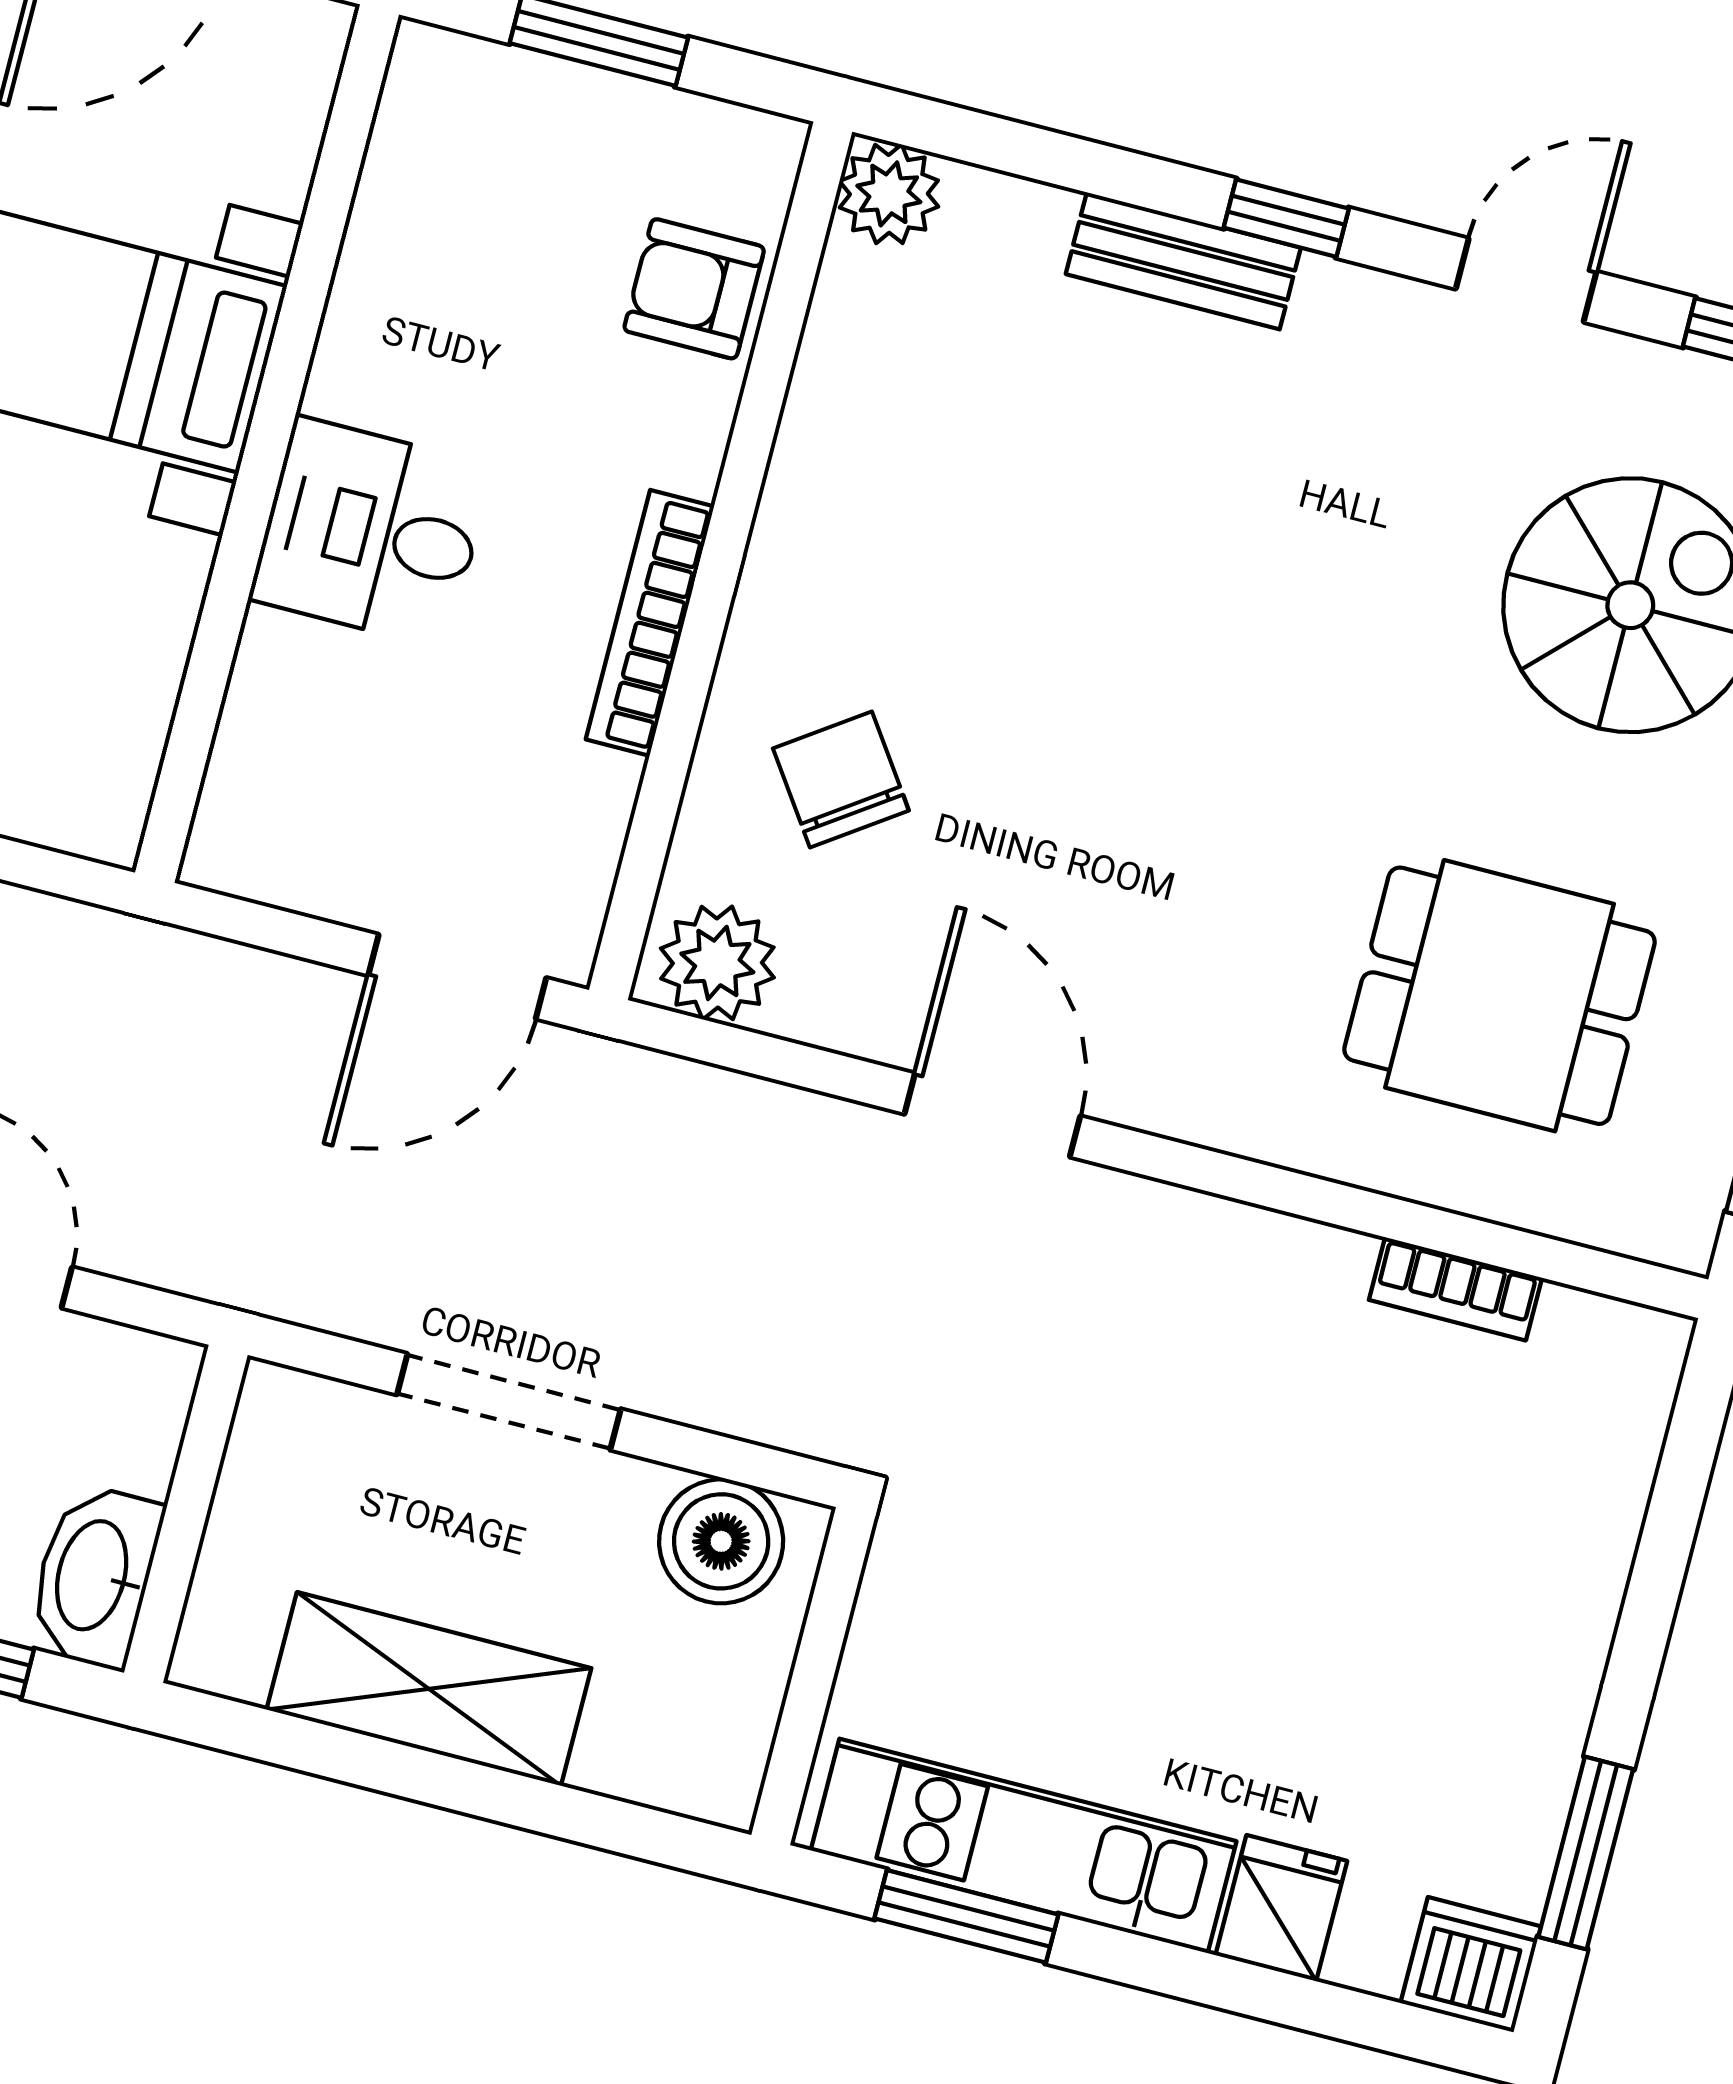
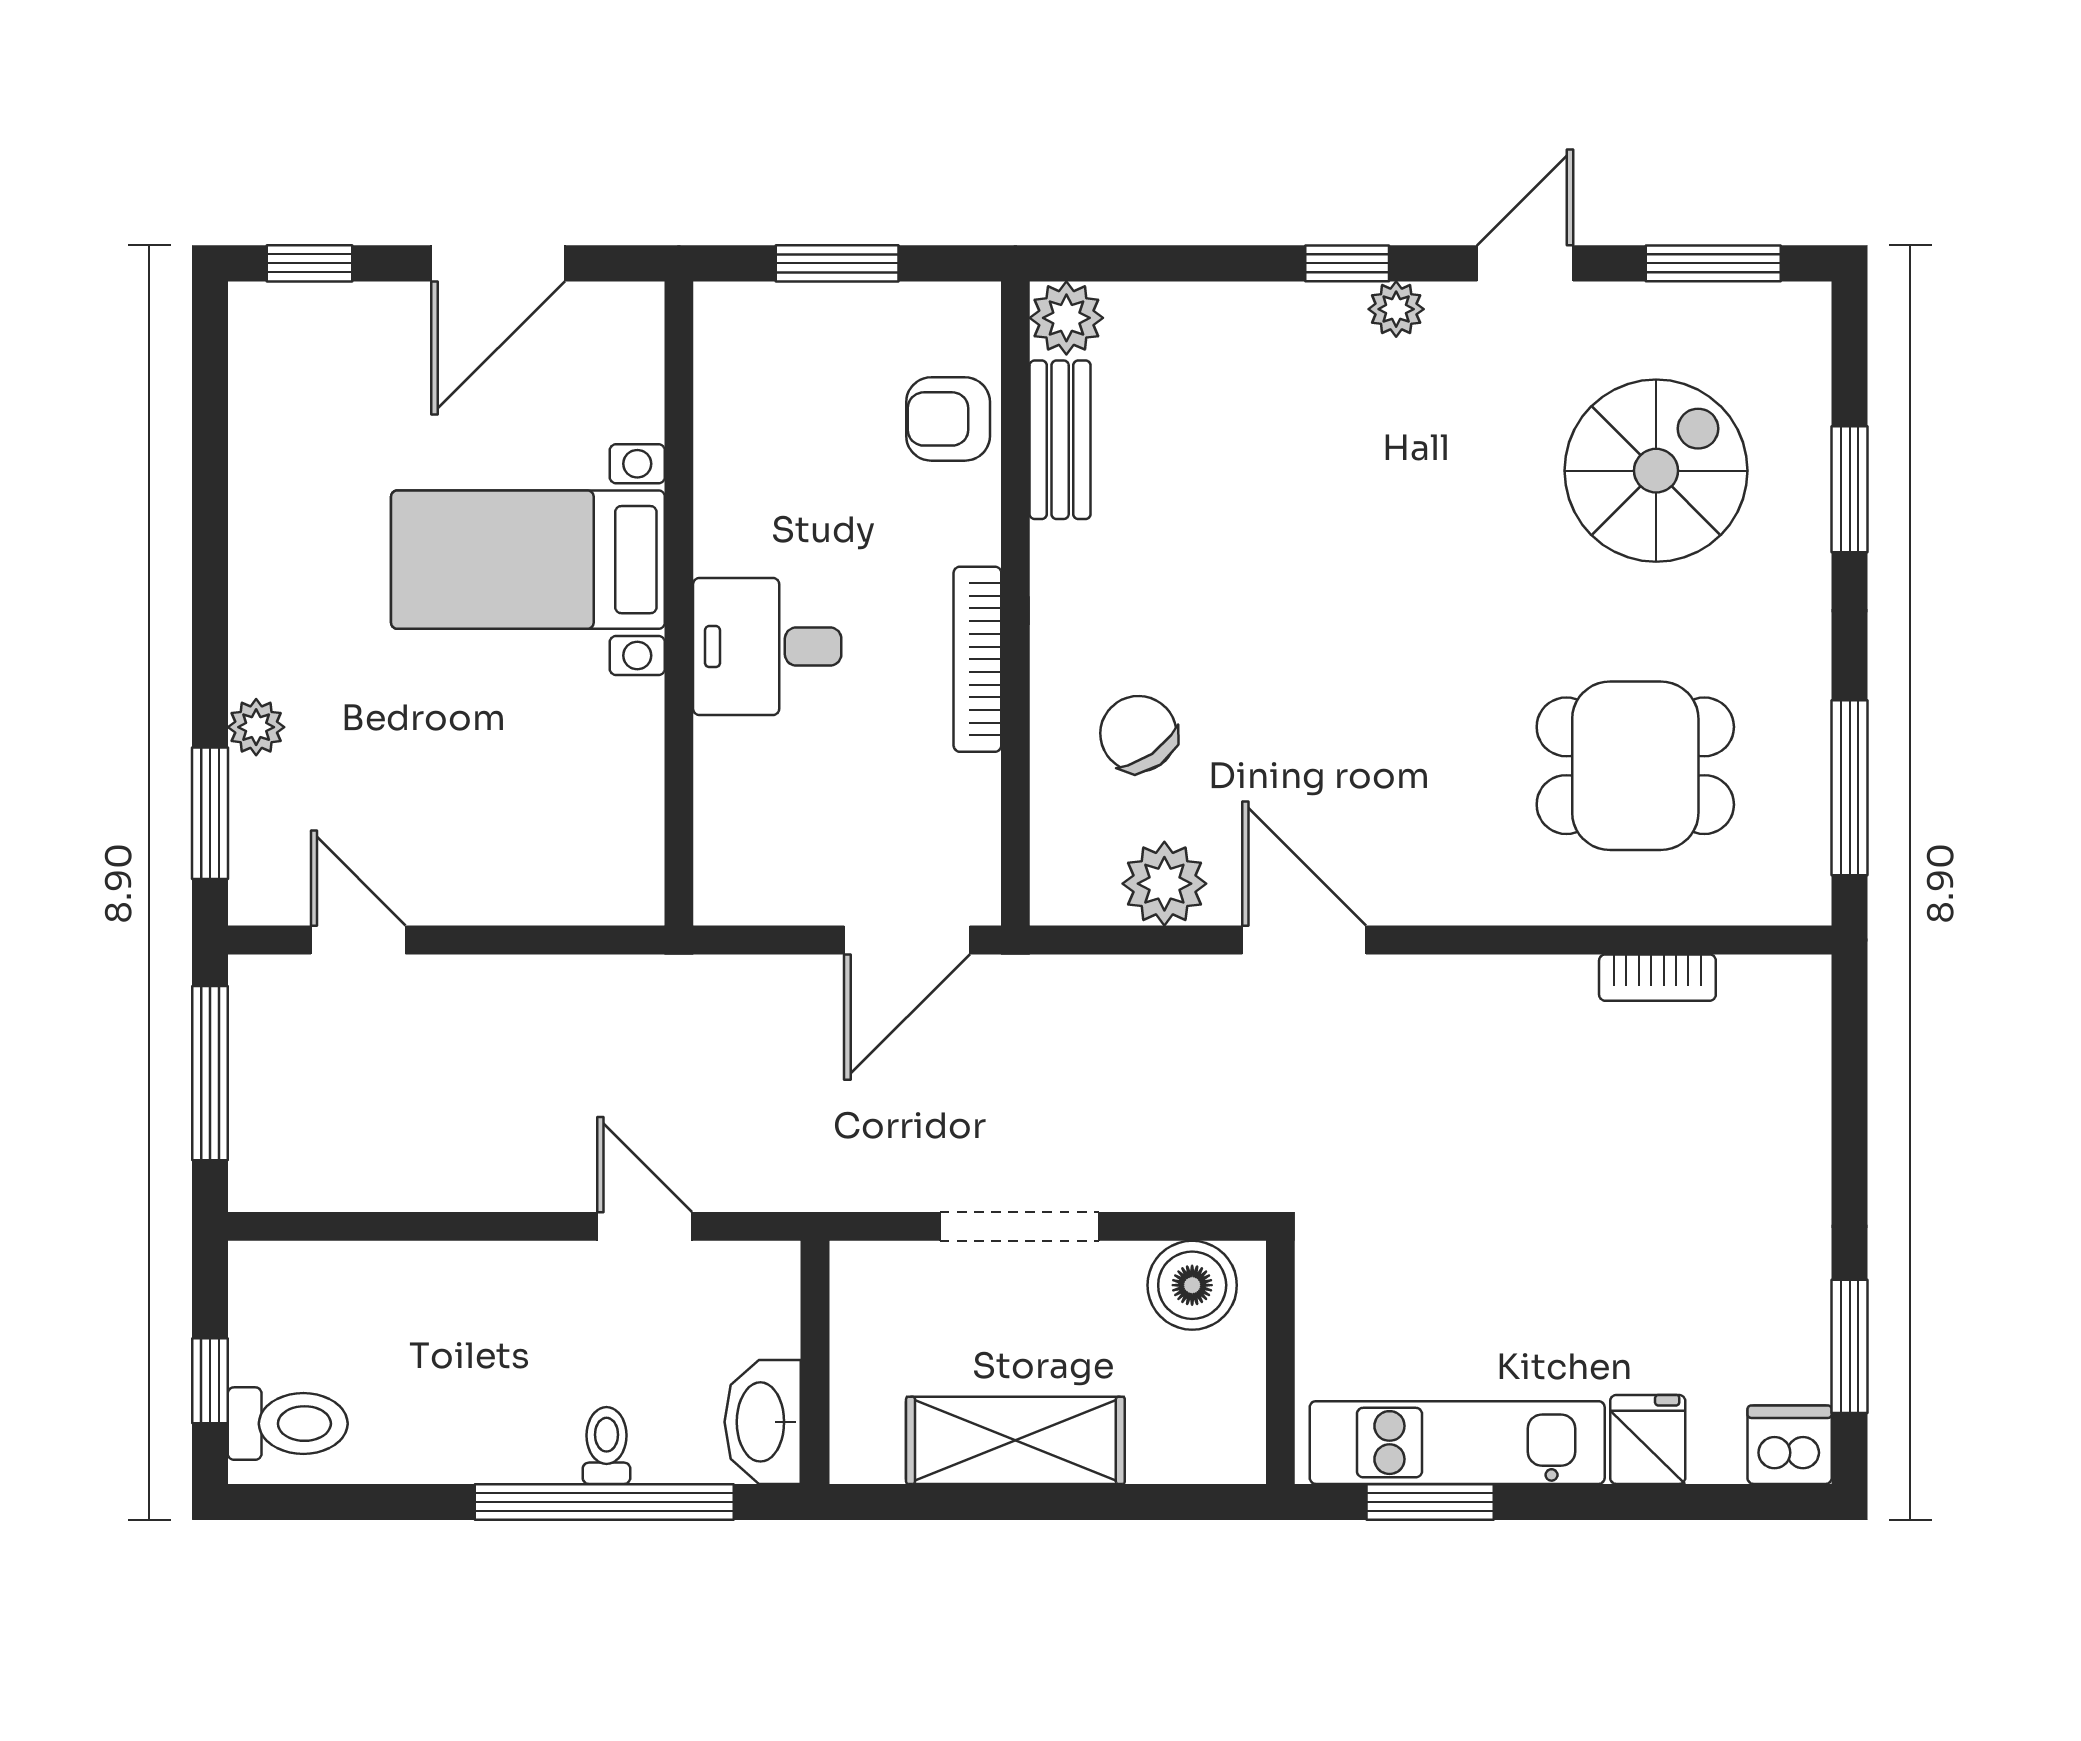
bench: (1183, 261) -> (1060, 440), moved, turned 90
plant: (1336, 297) -> (1396, 309), added
plant: (717, 963) -> (1164, 884), moved

